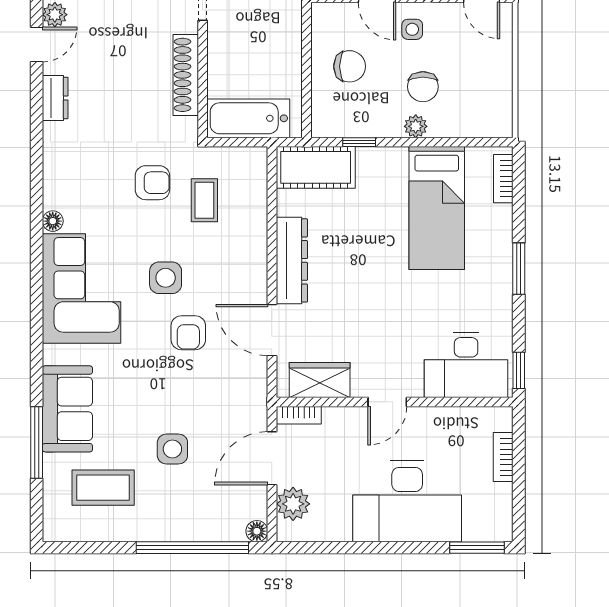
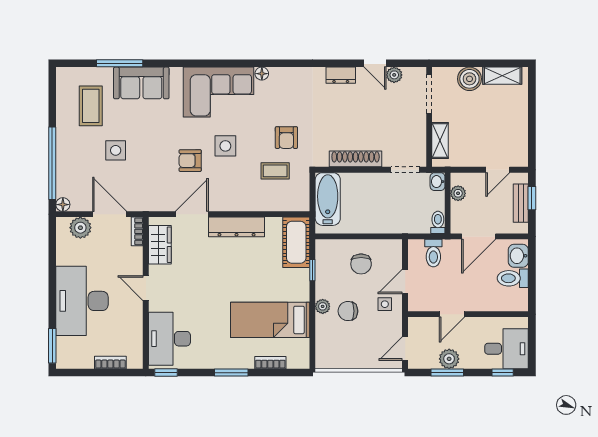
bookcase: (503, 179) -> (270, 363), moved

